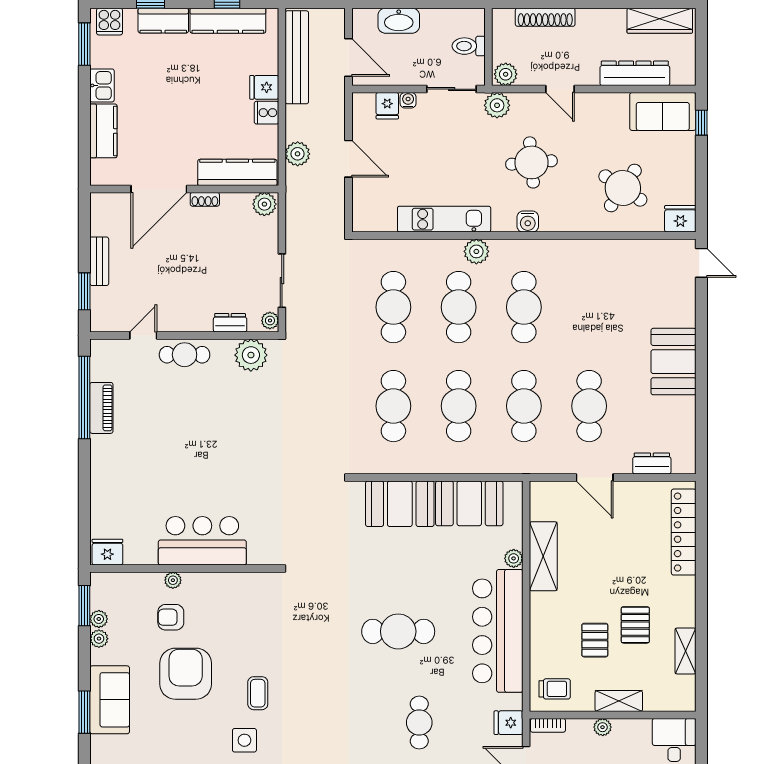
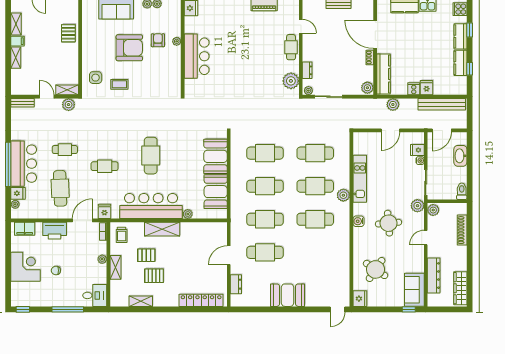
kitchen counter: (228, 21) -> (460, 63), width x0.67
toilet: (469, 46) -> (462, 191), moved
shelving: (543, 556) -> (162, 229), moved

